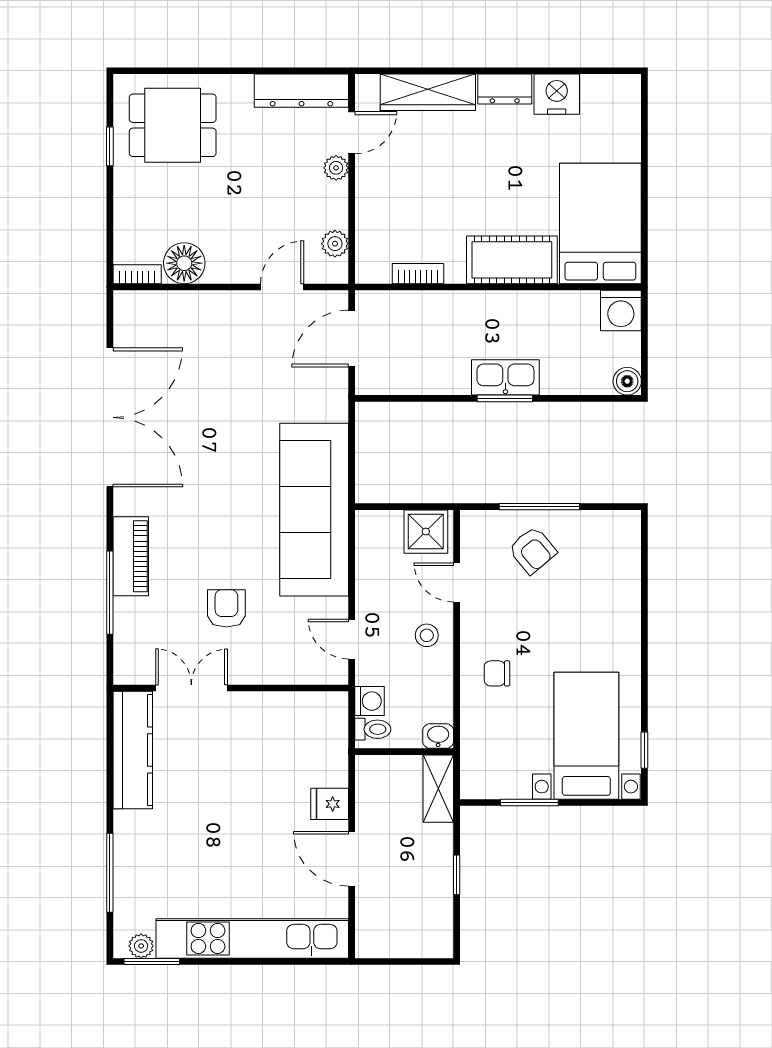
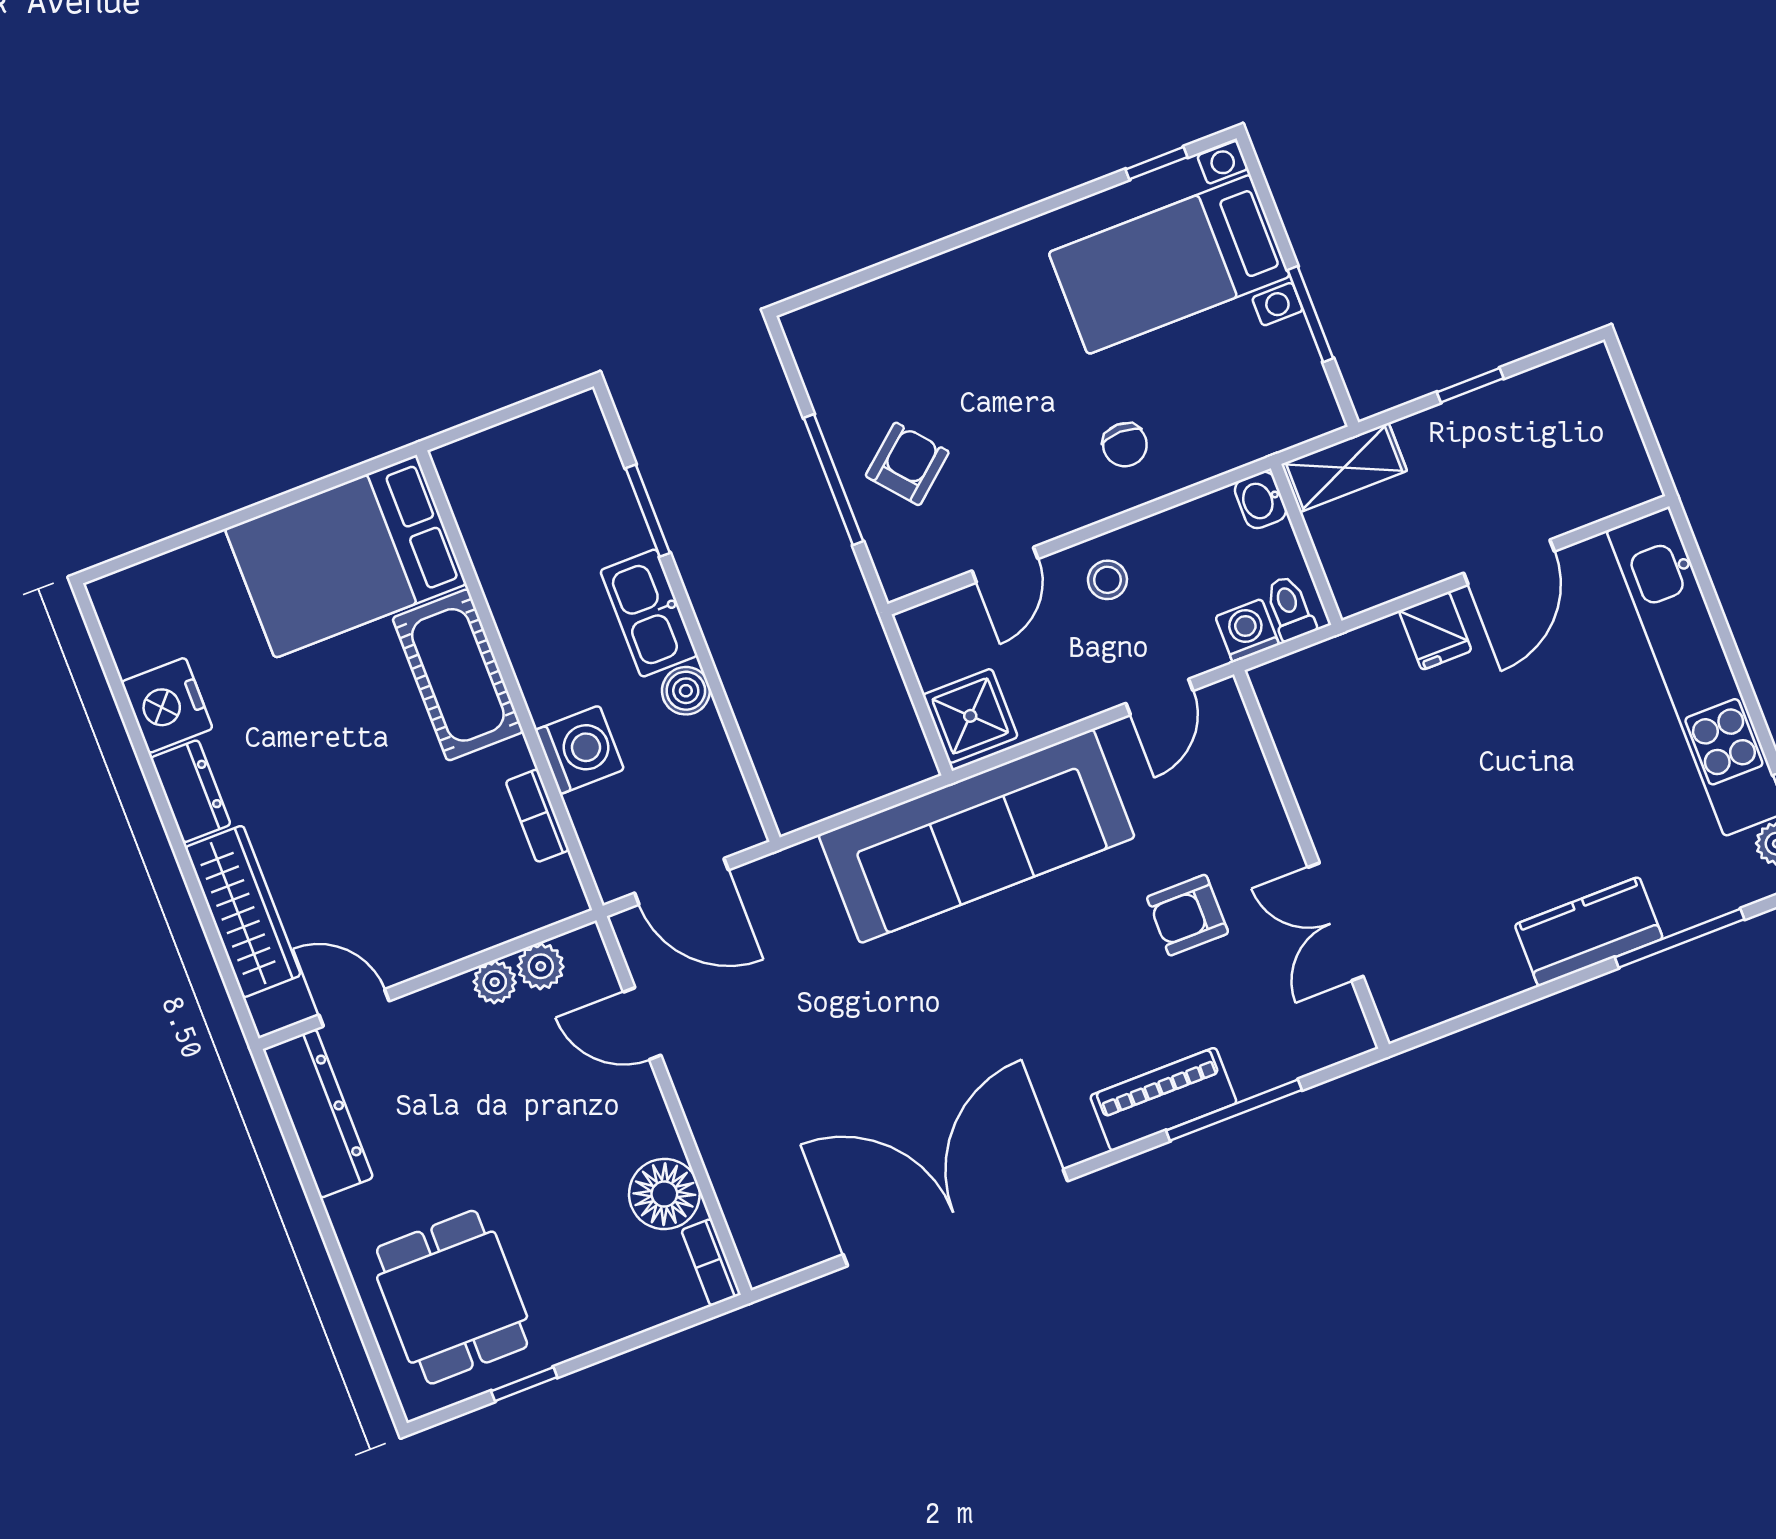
plant: (336, 168) -> (495, 982), moved
washing machine: (621, 311) -> (579, 750), moved
boiler: (627, 381) -> (686, 691), moved
window: (505, 398) -> (648, 511), moved
shower: (426, 532) -> (970, 716), moved
kitchen counter: (133, 750) -> (1589, 932), moved, width x0.67

